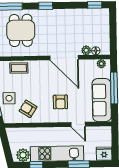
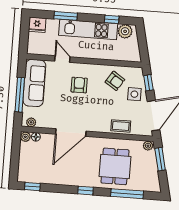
plant: (86, 50) -> (25, 137), moved
door: (64, 58) -> (71, 133), swing flipped

